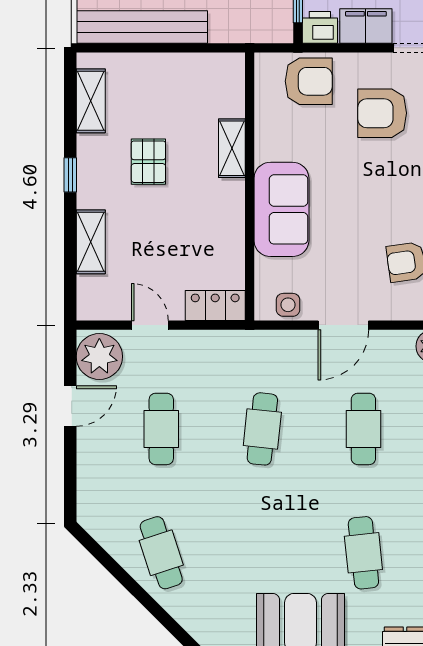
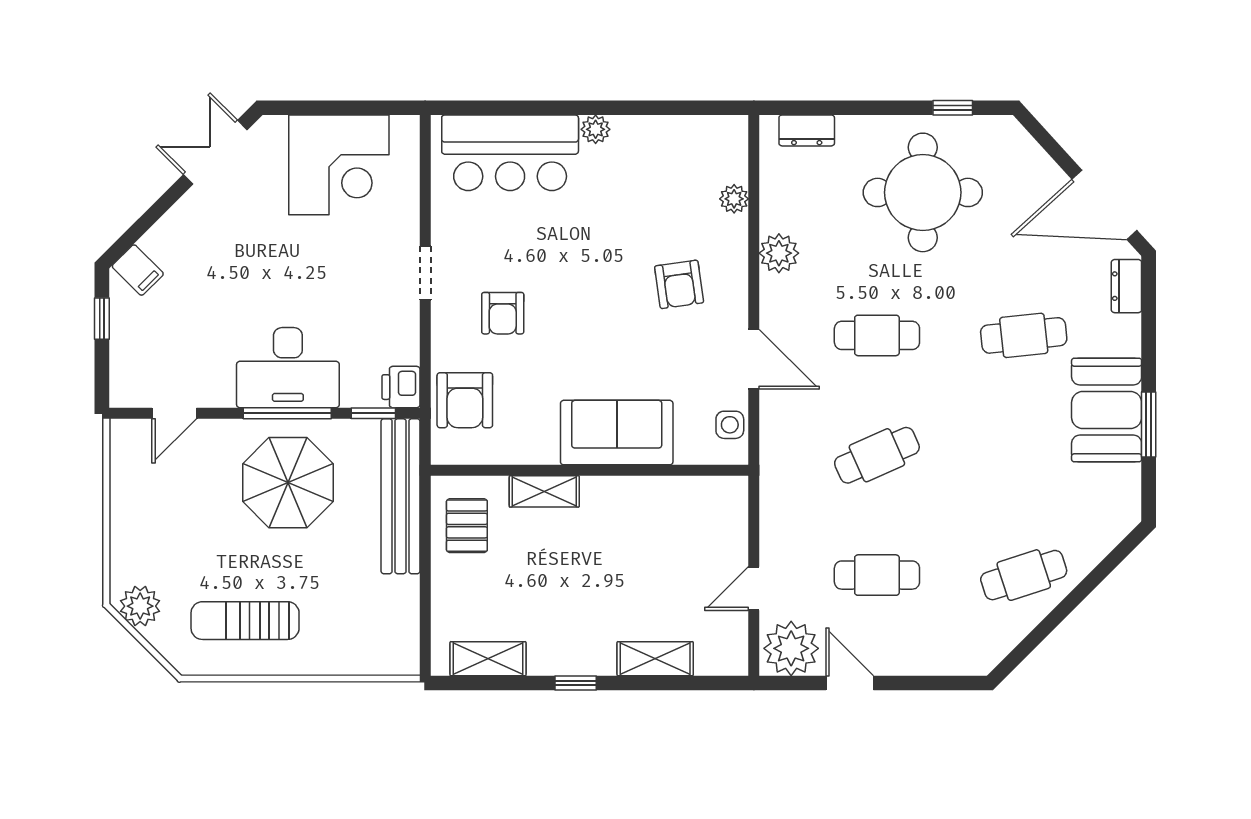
filing cabinet: (366, 26) -> (399, 332), removed
bench: (142, 27) -> (401, 496), moved
armchair: (309, 81) -> (465, 400), turned 180
armchair: (382, 113) -> (503, 313), width x0.72, depth x0.72
pallet: (148, 162) -> (467, 526), moved, turned 90
locker: (215, 305) -> (731, 511), removed
cafe table: (262, 429) -> (877, 455), turned -30

